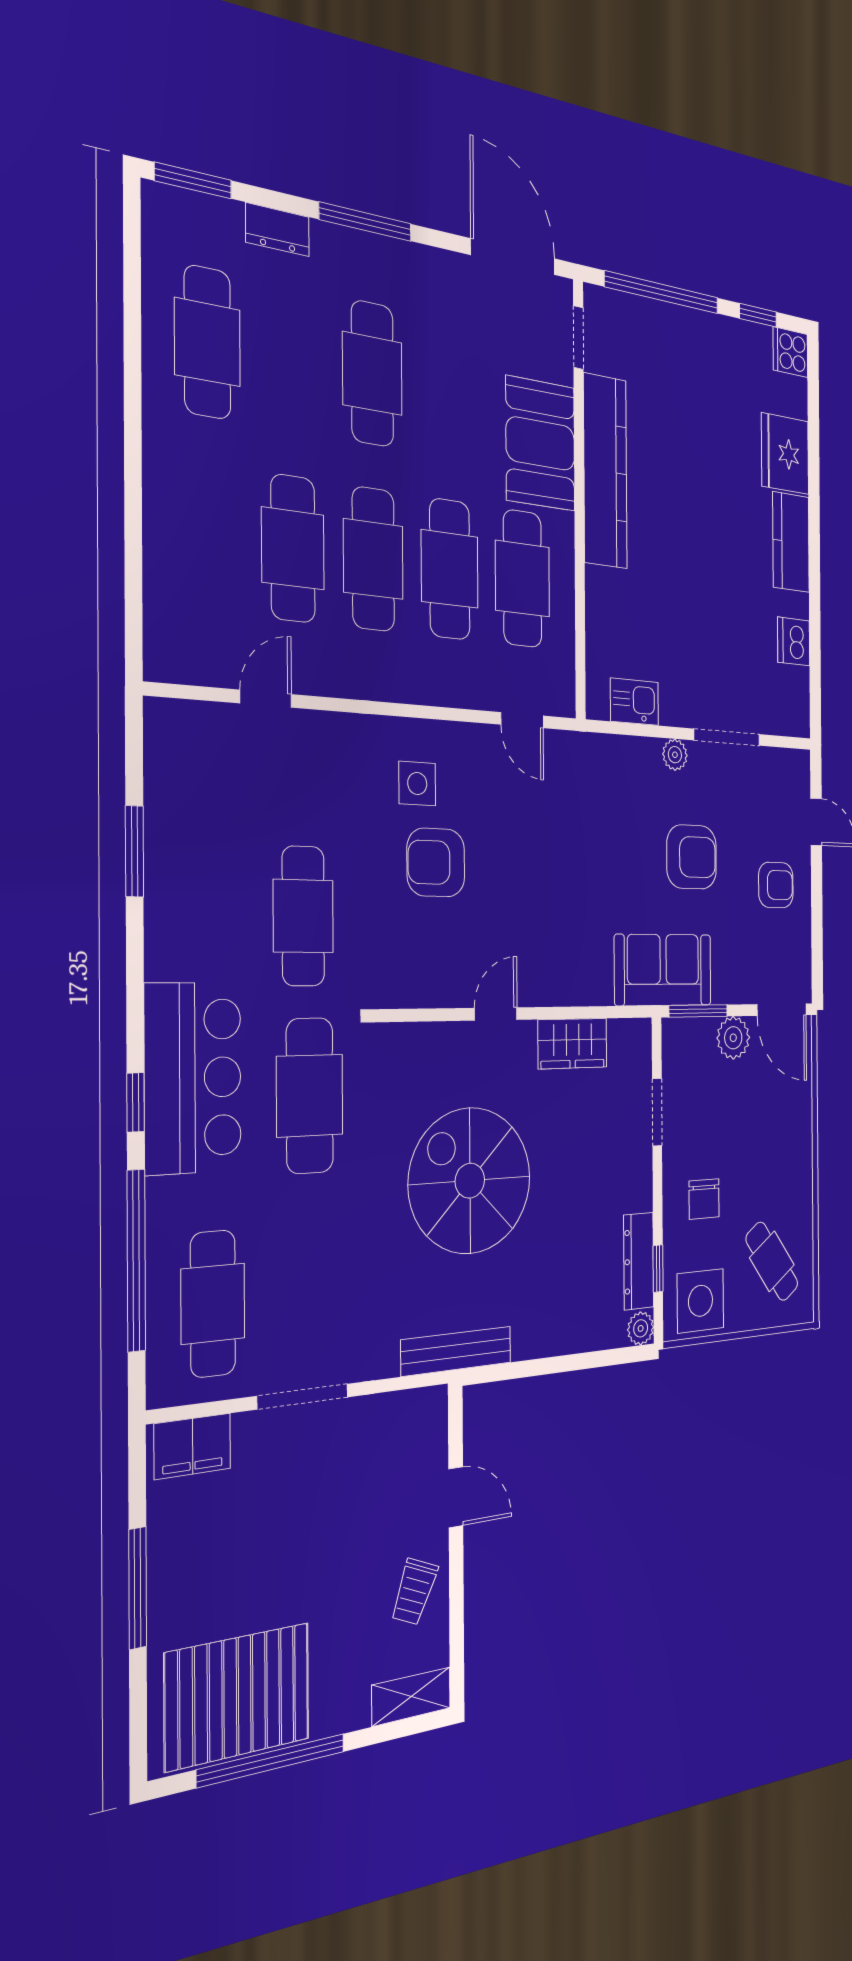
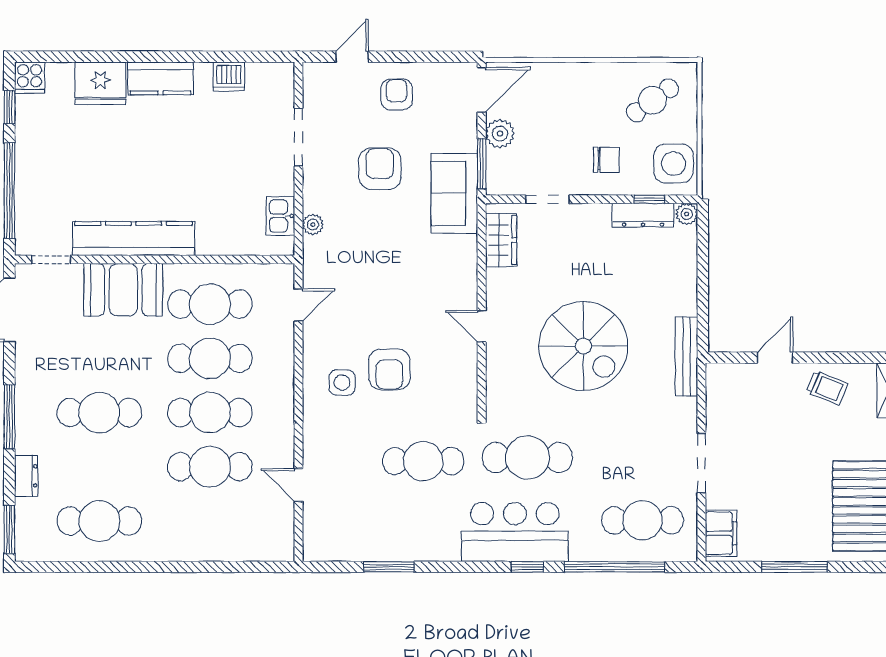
plant: (675, 755) -> (313, 225), moved
wardrobe: (573, 1044) -> (501, 240), moved
spiral stairs: (470, 1181) -> (583, 346), turned -90

